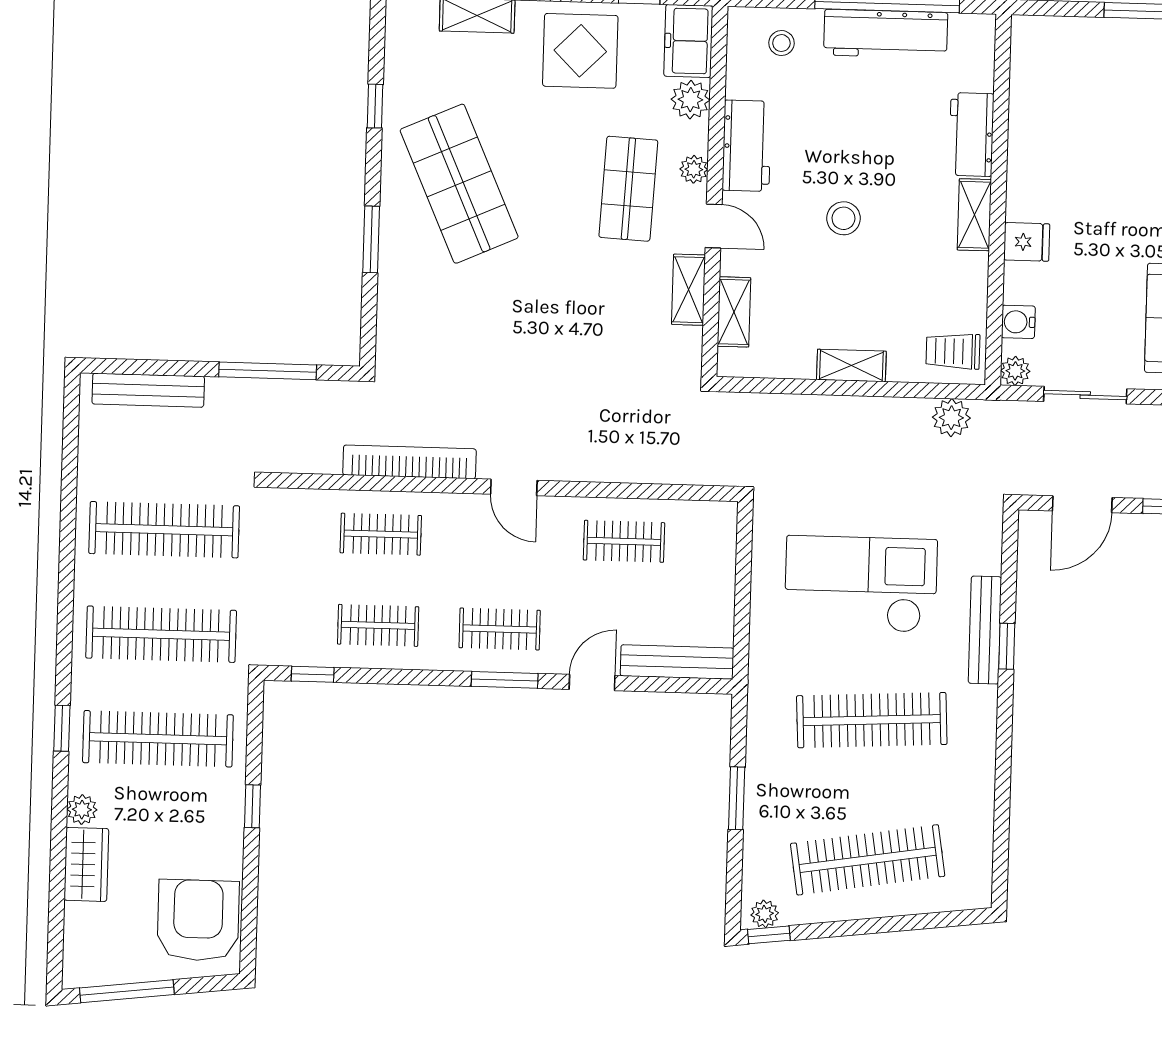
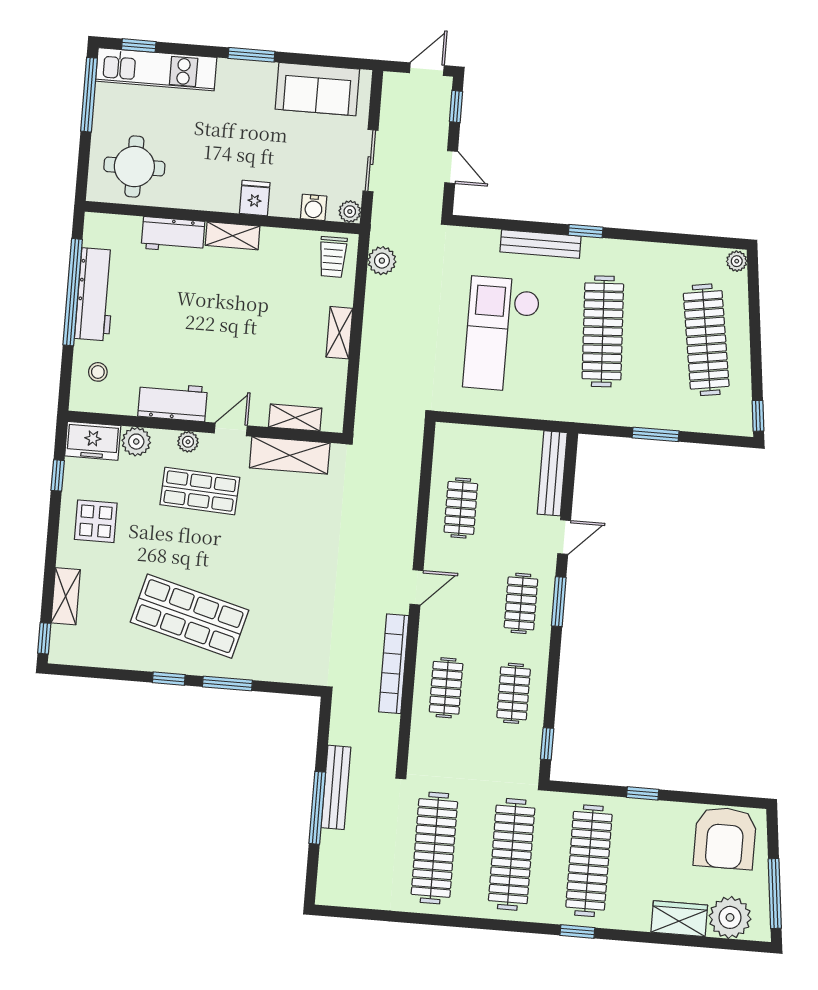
display table: (580, 51) -> (96, 521), width x0.73, depth x0.73
round table: (1061, 78) -> (134, 166), added
window: (375, 106) -> (169, 679), moved
shop shelf: (459, 184) -> (190, 616), turned 39
stool: (843, 218) -> (230, 333), removed
shelving: (689, 290) -> (290, 455), width x1.50, depth x1.33
window: (268, 371) -> (317, 808), moved
bench: (148, 390) -> (336, 787), moved
door: (1082, 504) -> (451, 167), width x0.73
window: (1007, 646) -> (586, 231), moved
door: (592, 682) -> (564, 537), swing flipped
plant: (82, 810) -> (730, 917), moved, width x1.88, depth x1.88
plant: (765, 914) -> (737, 261), moved
armchair: (198, 920) -> (725, 838), turned -90

